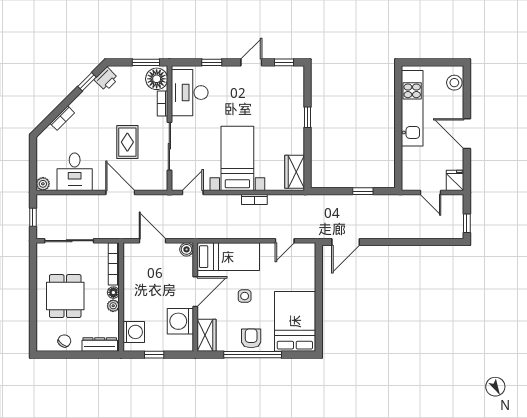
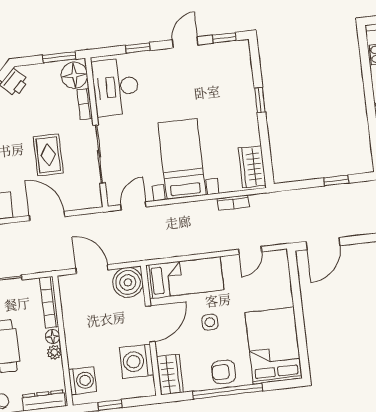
bookcase: (254, 199) -> (233, 203), moved
boiler: (187, 249) -> (128, 282), width x1.86, depth x1.86
armchair: (251, 338) -> (224, 372), turned -90

